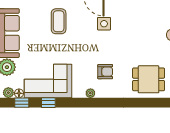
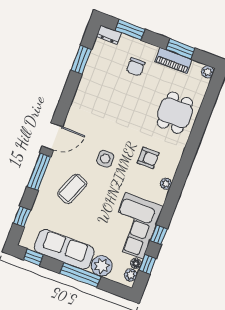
coffee table: (59, 21) -> (72, 189), turned -68
side table: (104, 24) -> (105, 159), moved
armchair: (105, 72) -> (148, 158), turned 90

